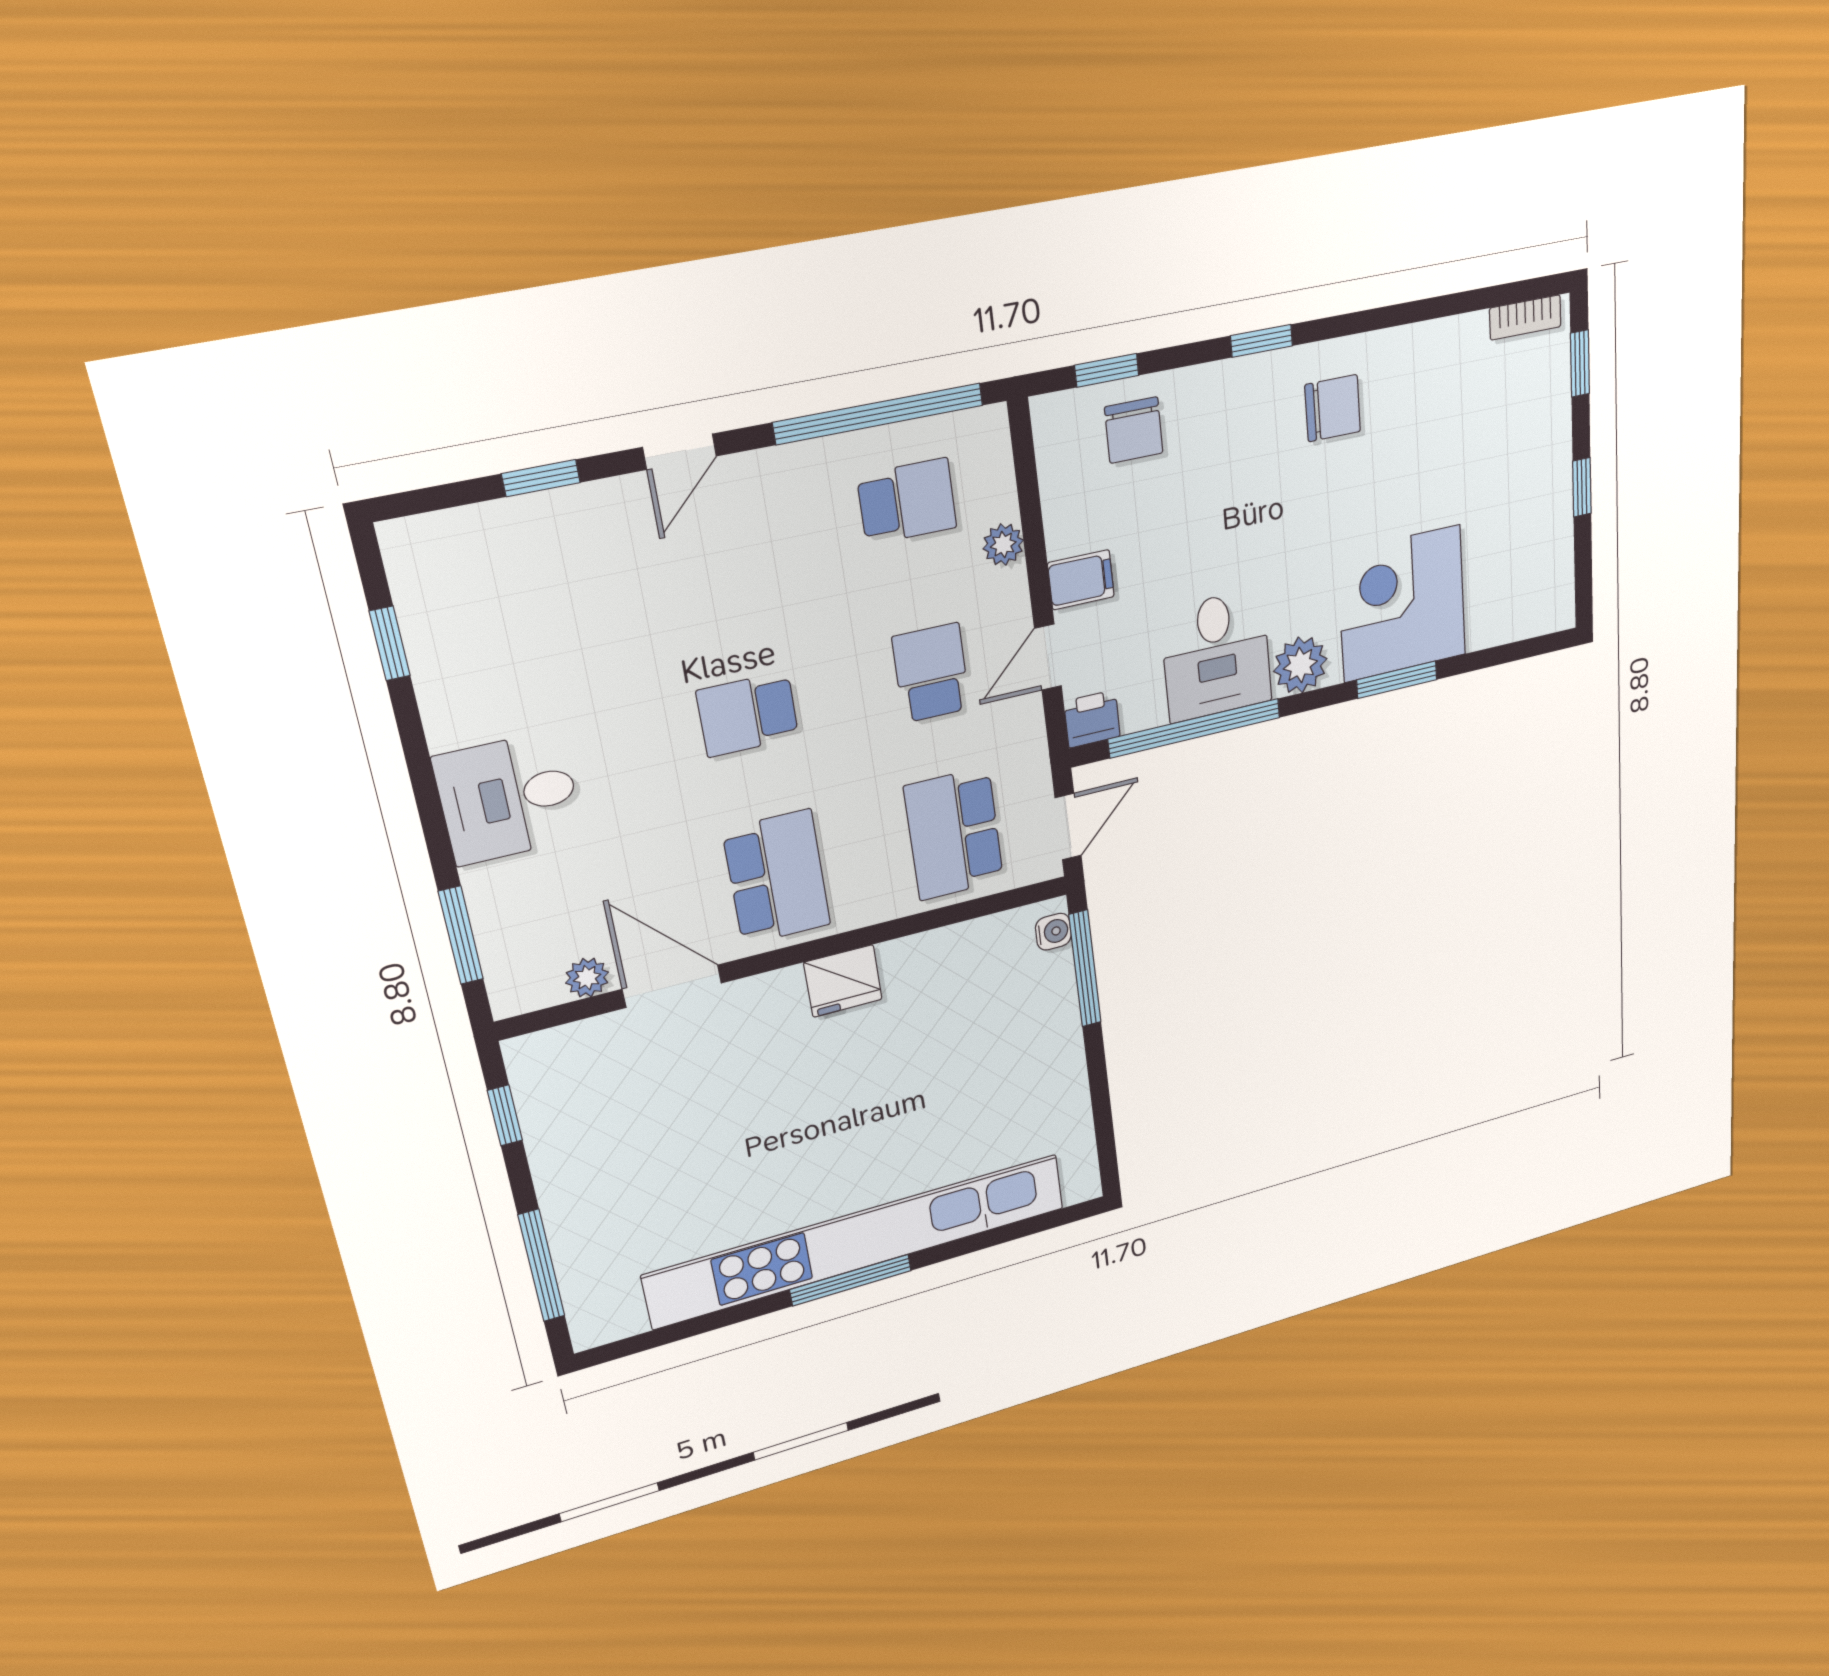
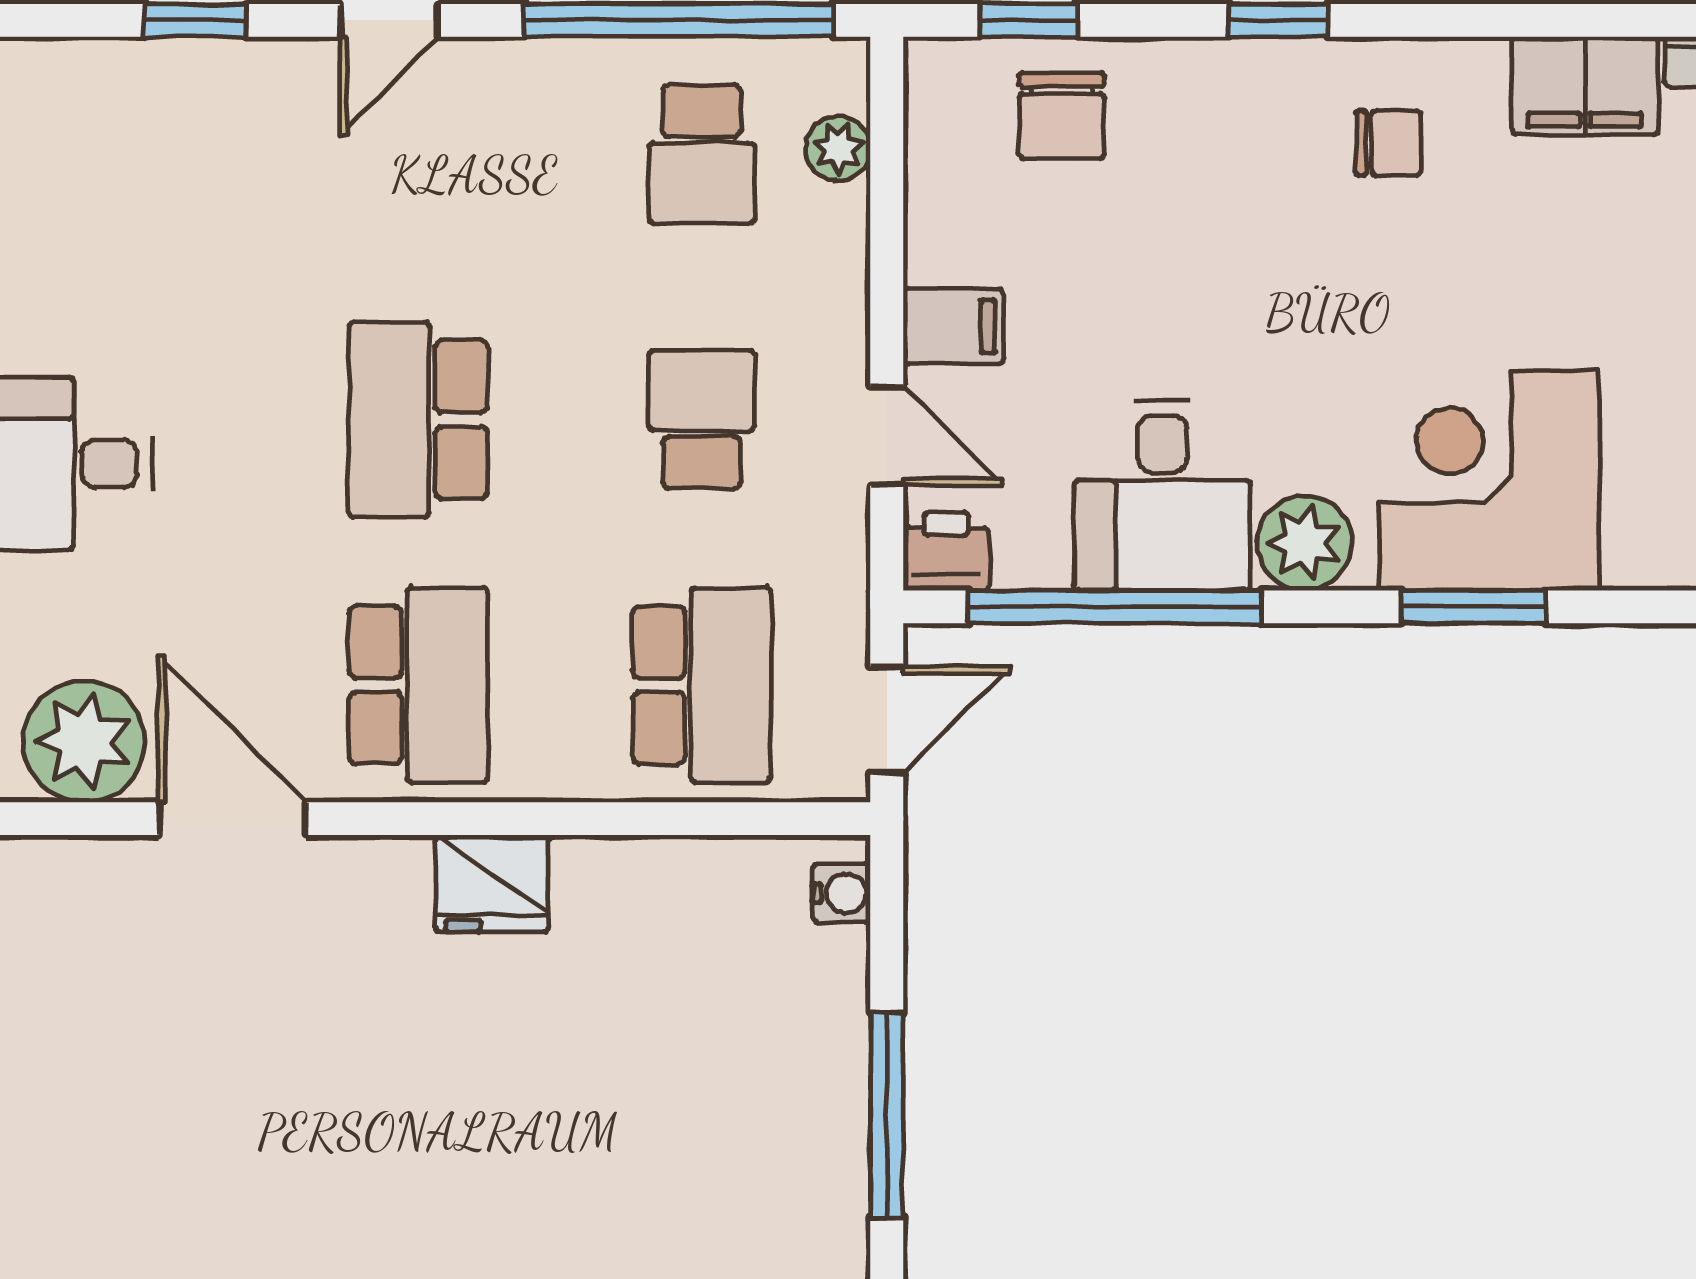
filing cabinet: (1445, 349) -> (1585, 86), added
chair: (1333, 408) -> (1388, 143), width x0.73, depth x0.73
school desk: (907, 501) -> (702, 154), turned 90
plant: (1003, 545) -> (838, 148), moved
door: (1048, 657) -> (887, 436), swing flipped
school desk: (748, 714) -> (418, 419), width x1.85
school desk: (954, 834) -> (702, 685), turned 180
window: (1085, 969) -> (887, 1115), moved
plant: (587, 978) -> (84, 741), width x1.87, depth x1.87

